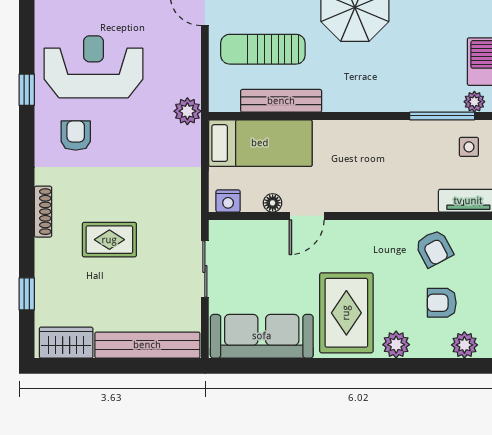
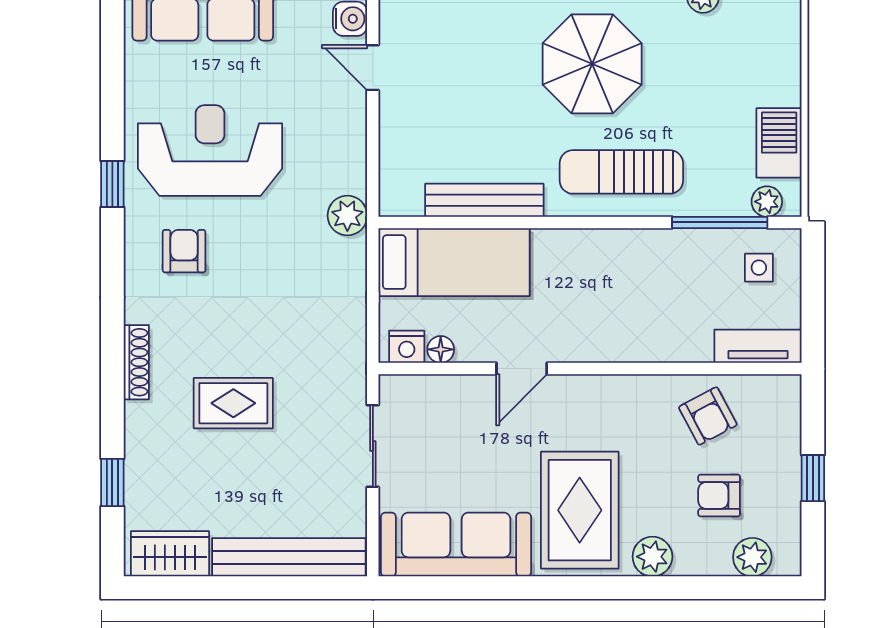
sun lounger: (263, 49) -> (621, 172), moved
floor lamp: (273, 203) -> (441, 349), moved

